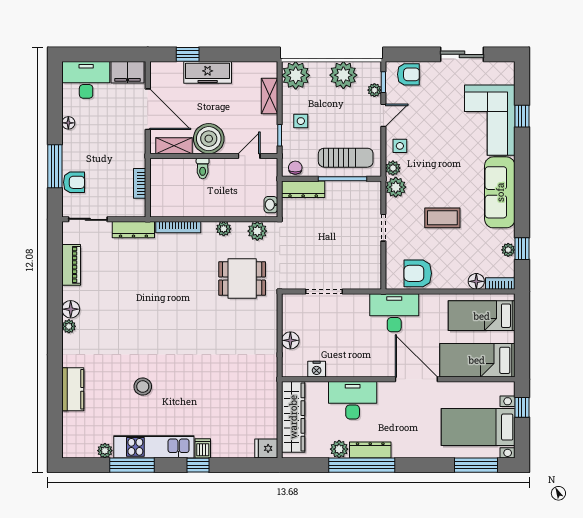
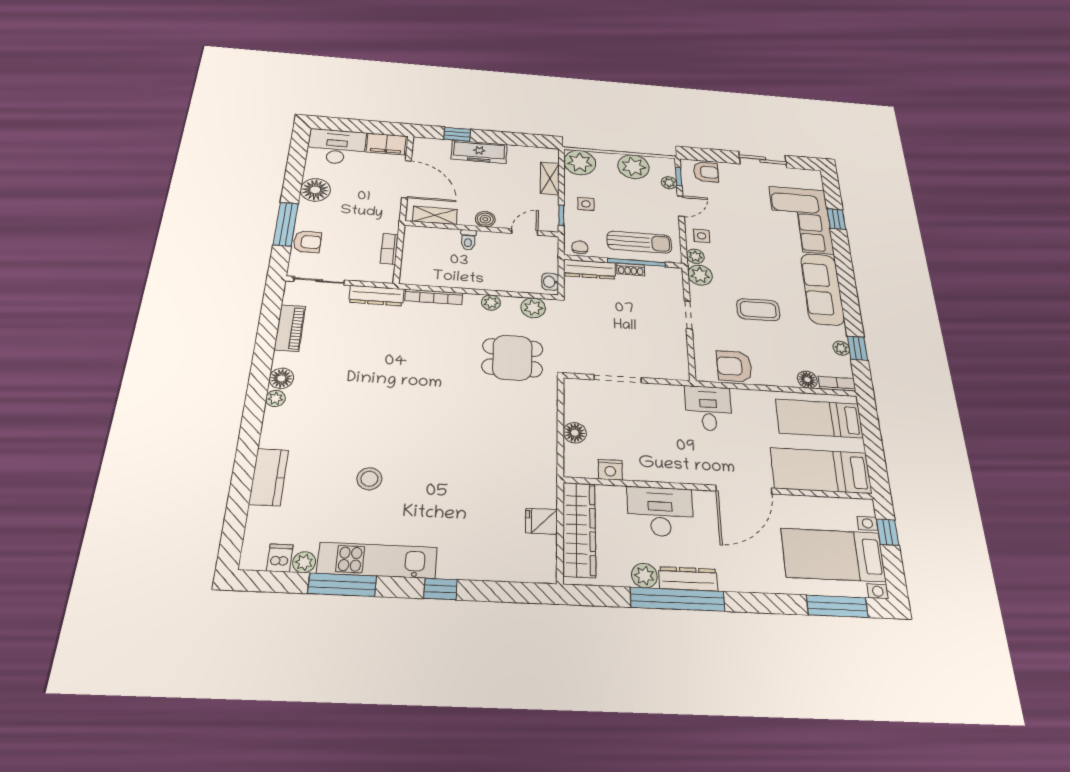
floor lamp: (68, 123) -> (315, 190), width x1.89, depth x1.89
boiler: (209, 139) -> (485, 219), width x0.54, depth x0.54
shoe rack: (337, 187) -> (631, 269), added
desk: (394, 313) -> (708, 408), width x0.73
door: (416, 379) -> (744, 490), swing flipped
dishwasher: (203, 448) -> (280, 558), moved
fridge: (266, 448) -> (541, 521), moved

